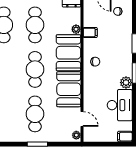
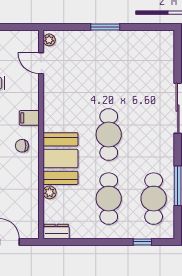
filing cabinet: (90, 32) -> (29, 118), moved
booth: (69, 89) -> (60, 106), removed
cafe table: (35, 114) -> (109, 70), removed

